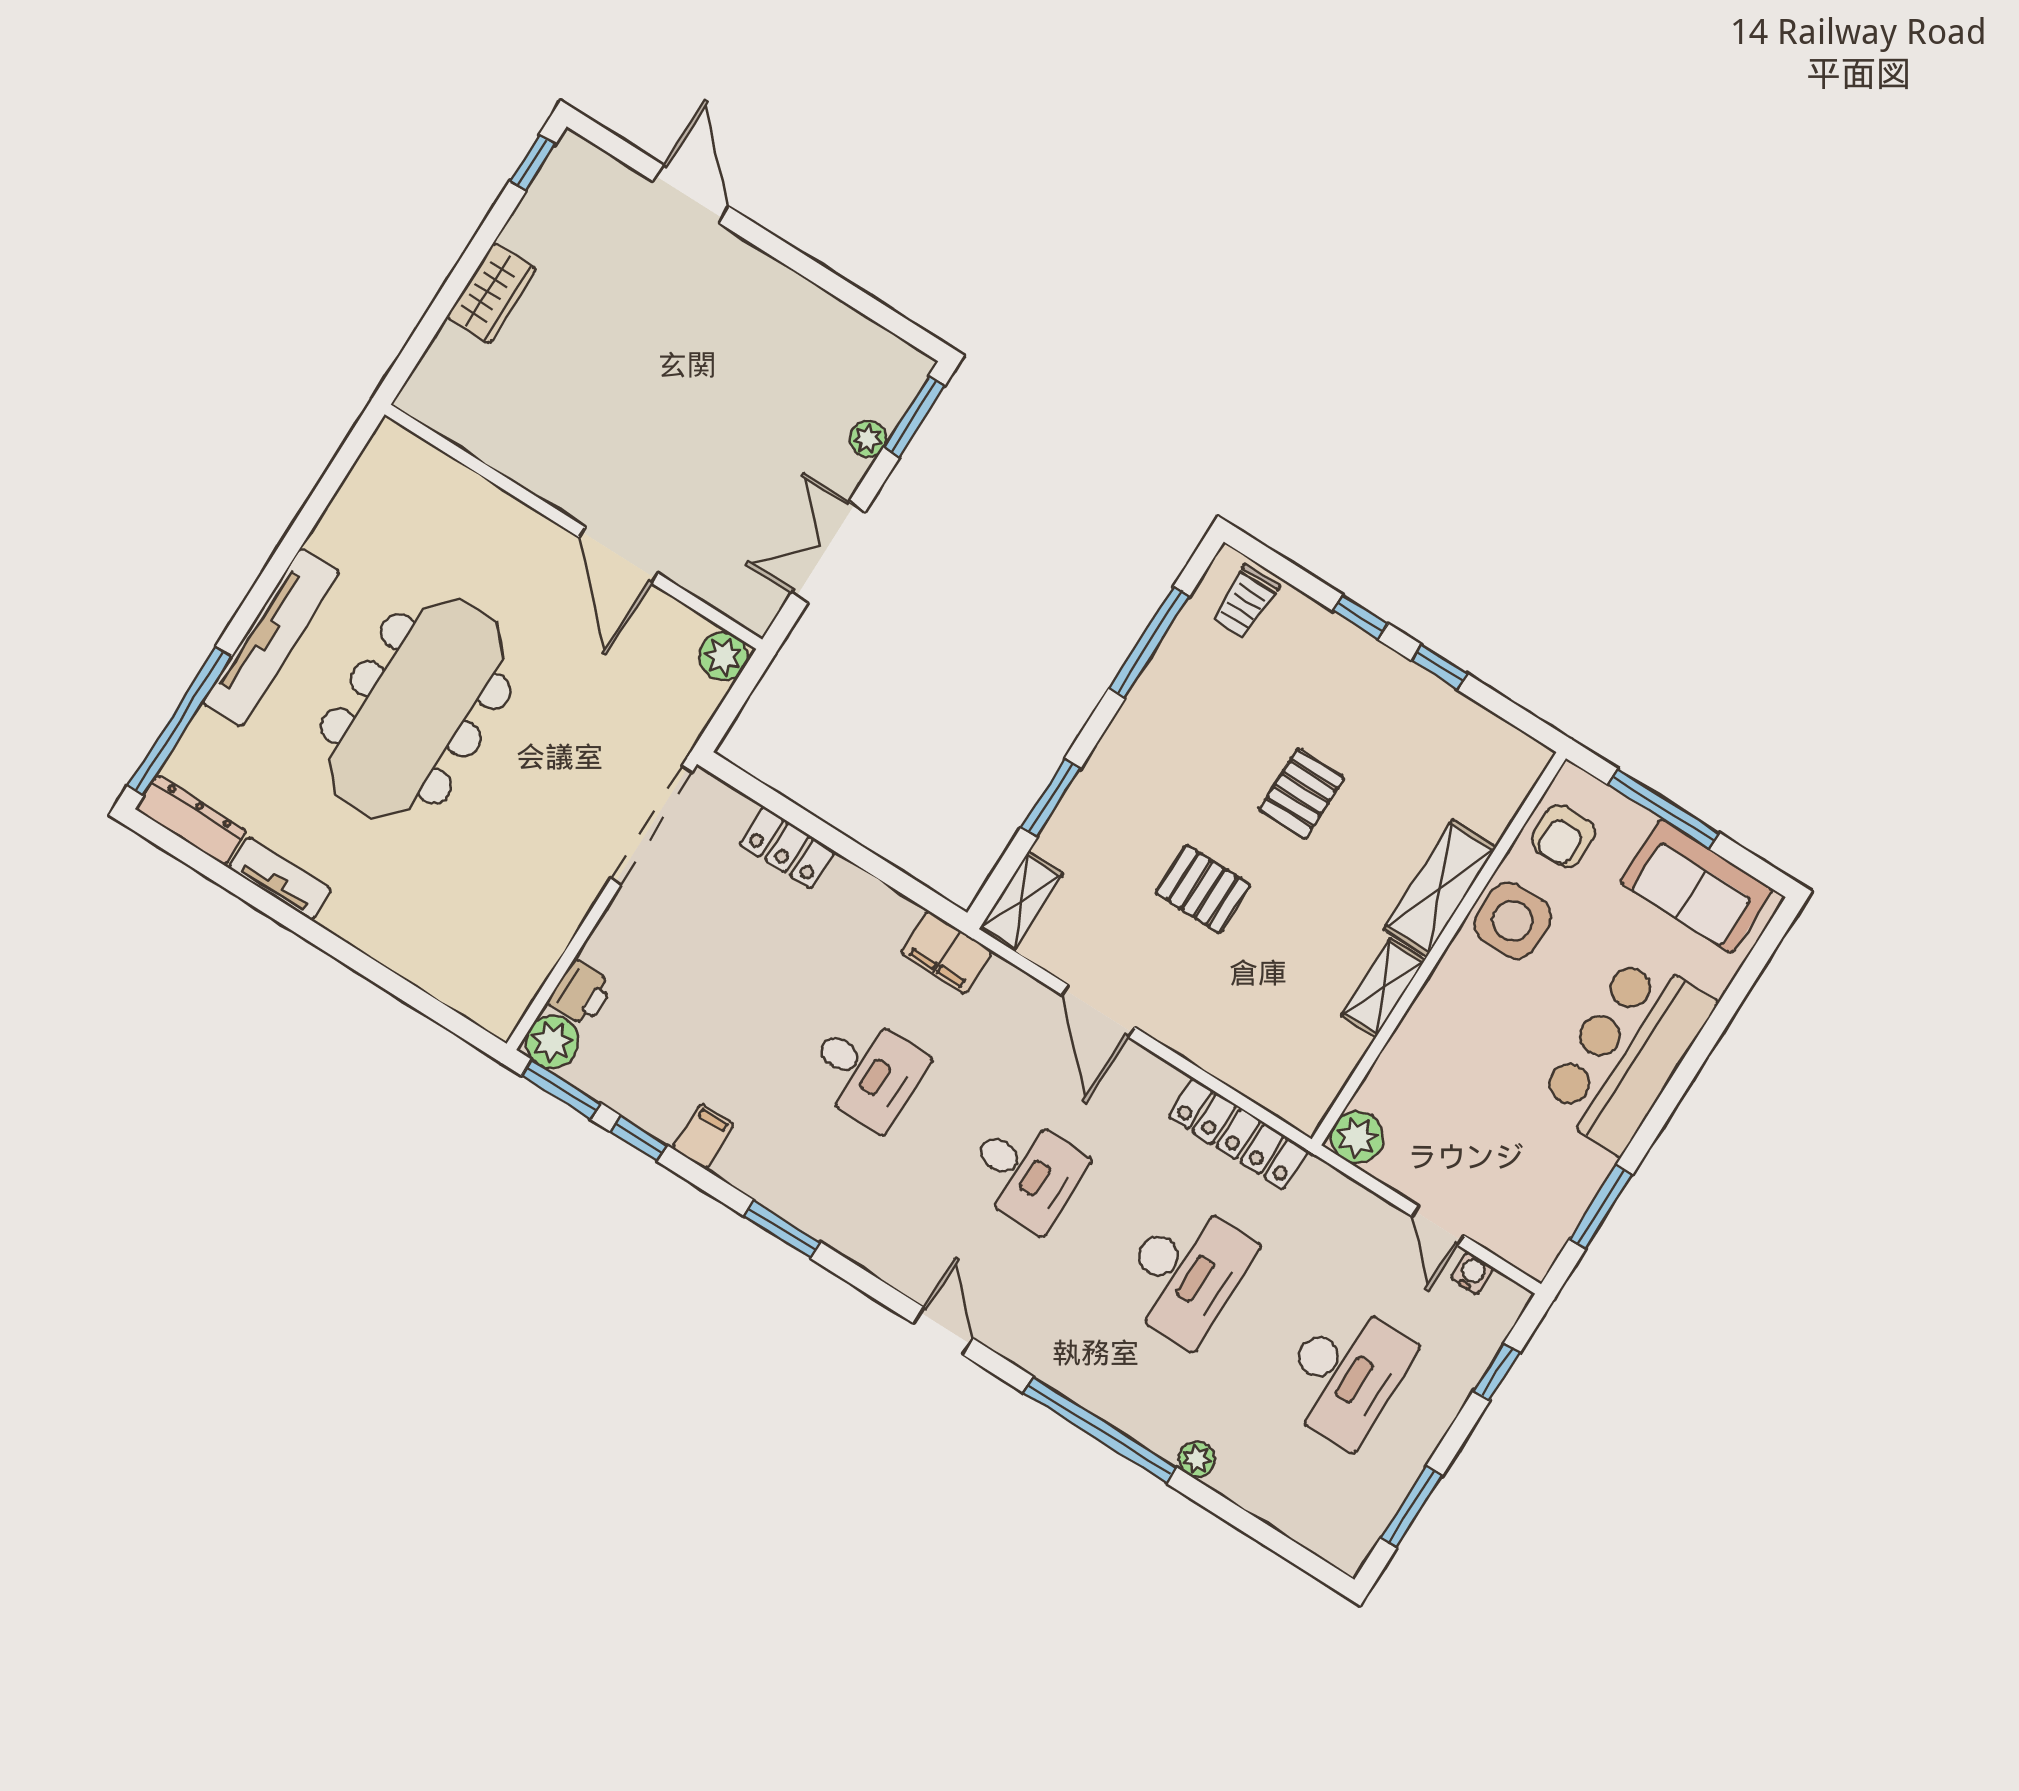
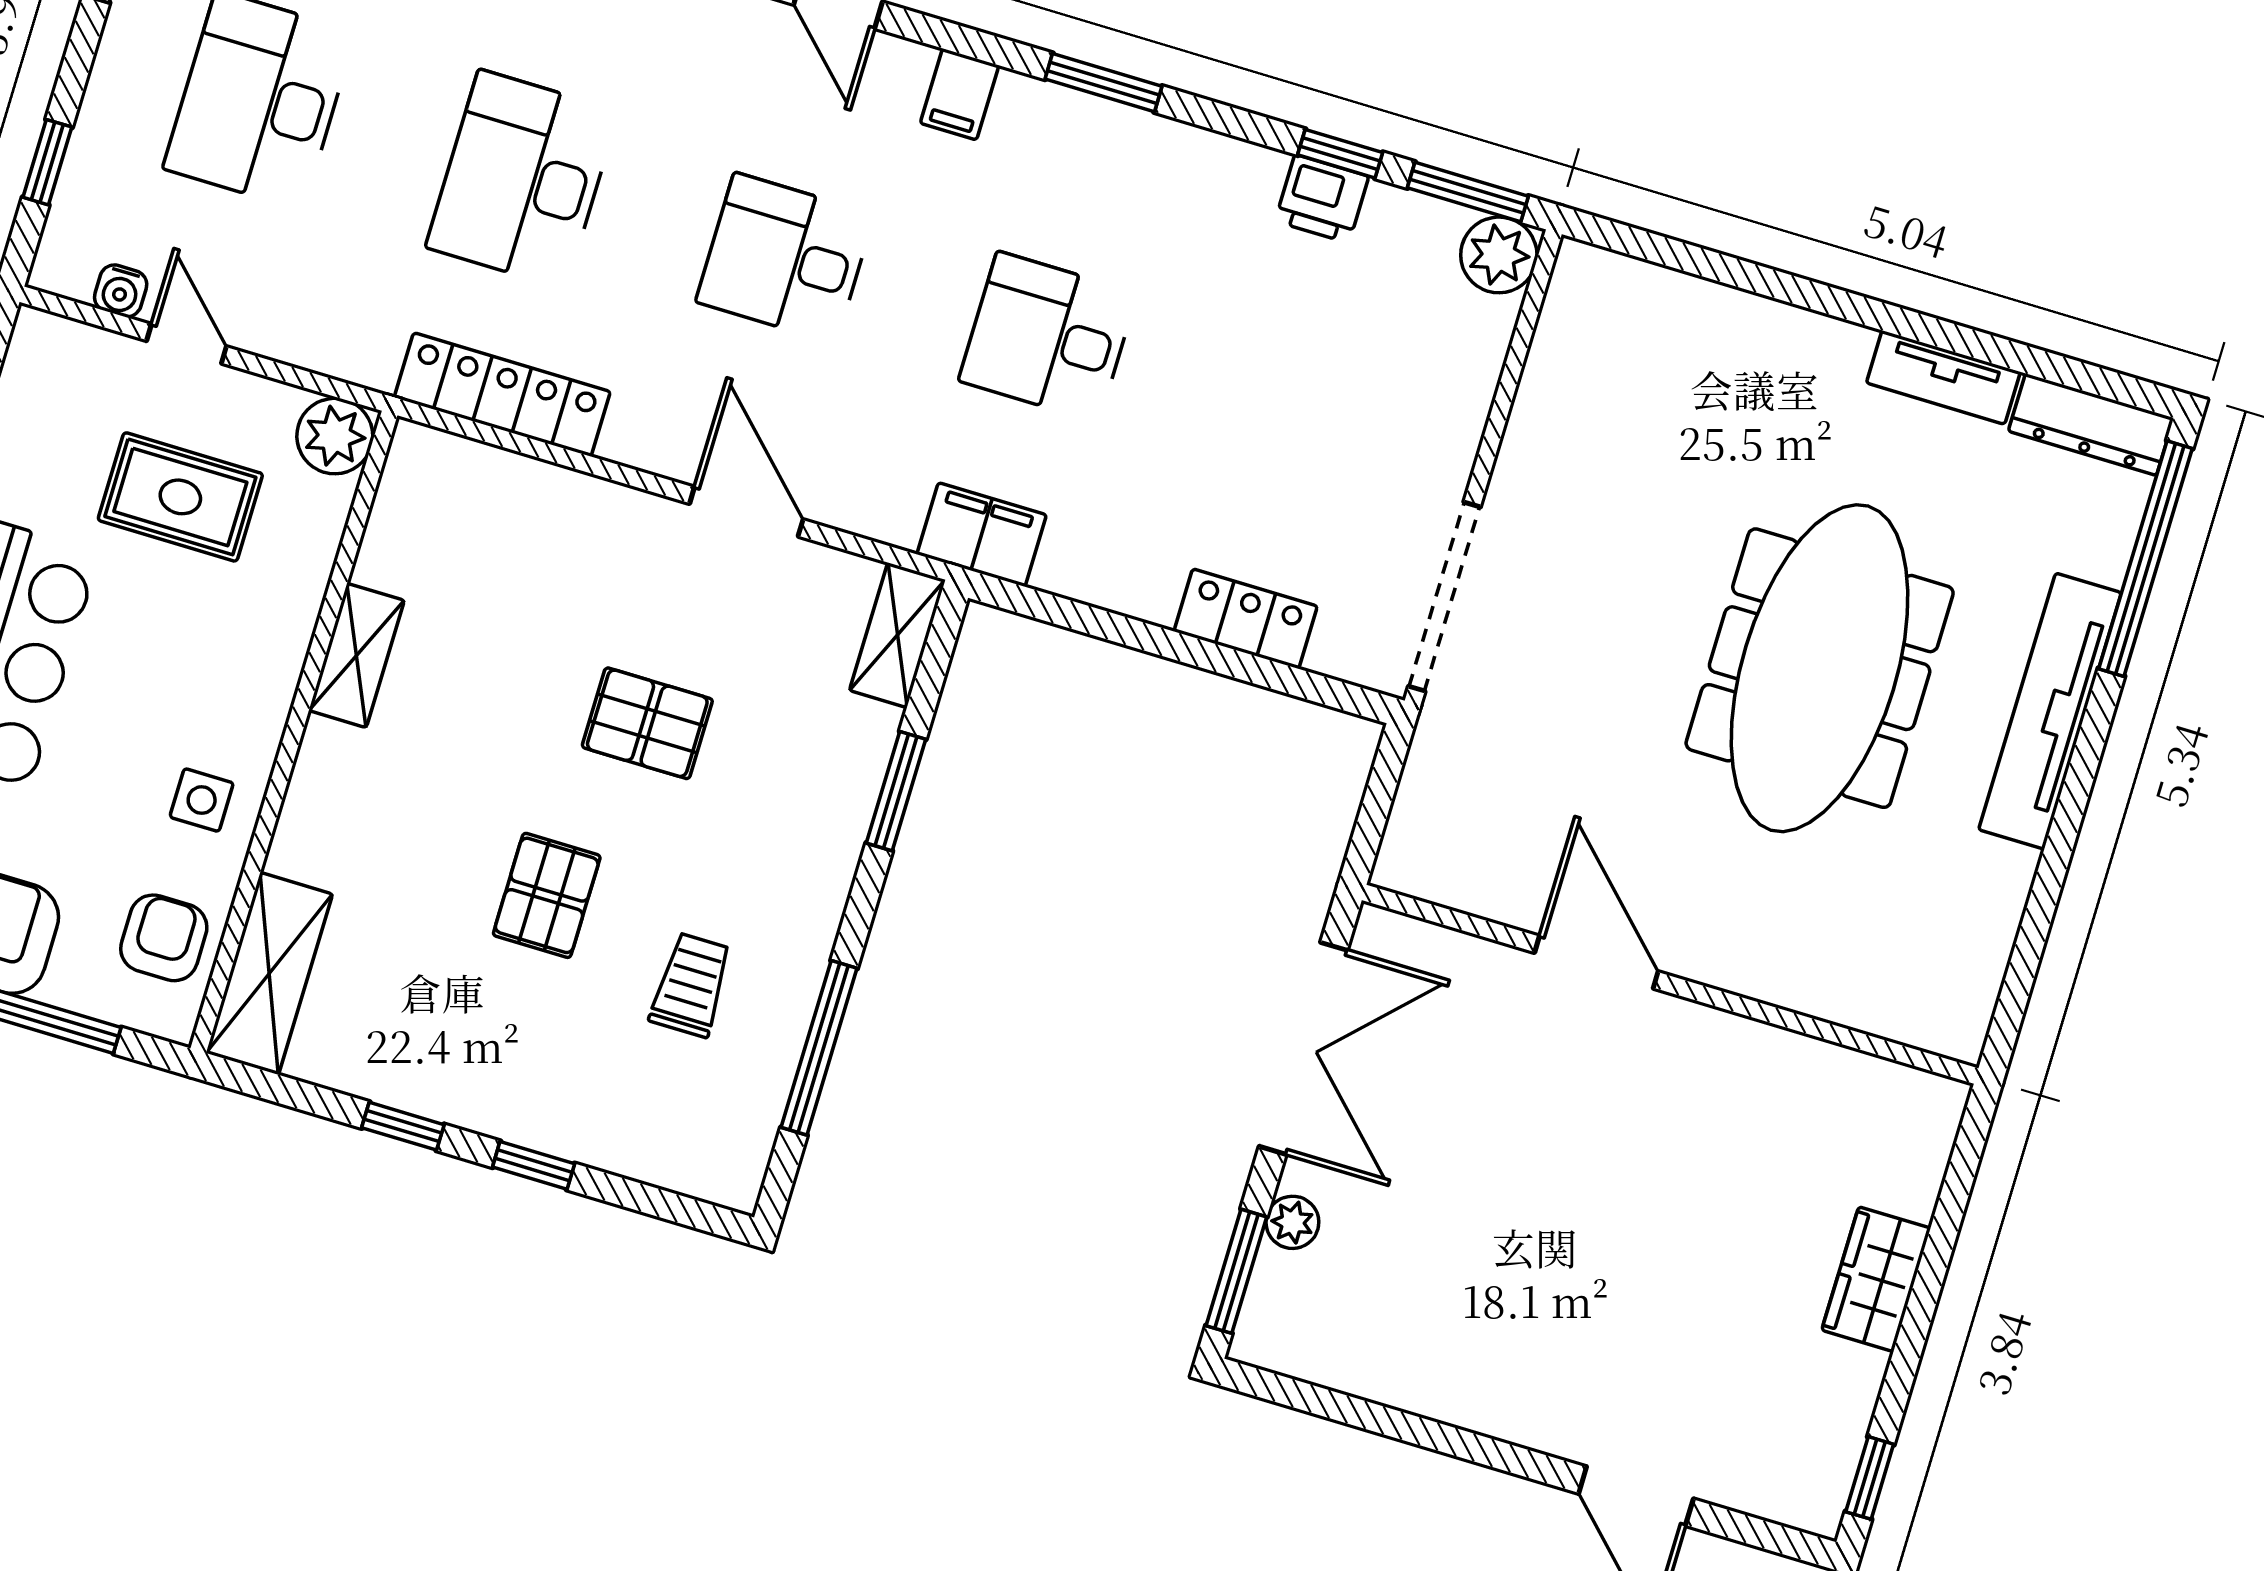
double door: (828, 552) -> (1303, 1048), width x1.37
trolley: (1245, 602) -> (691, 985), moved
plant: (723, 656) -> (1410, 861), removed
shelving: (1440, 888) -> (269, 973), moved
side table: (1513, 921) -> (202, 800), width x0.54, depth x0.54
printer: (581, 993) -> (1322, 199), moved, turned -90
rug: (1471, 1125) -> (180, 497), added
filing cabinet: (703, 1136) -> (960, 94), moved

